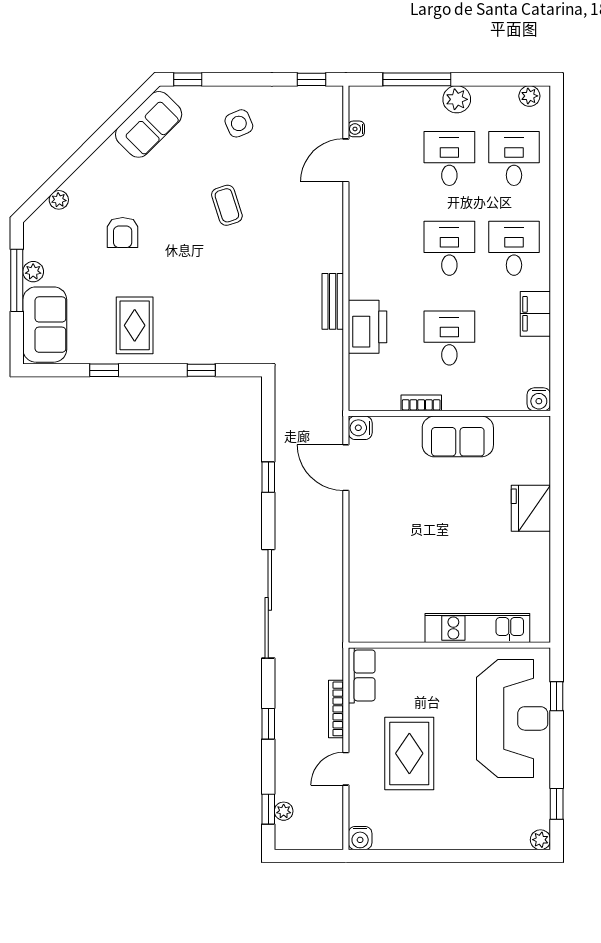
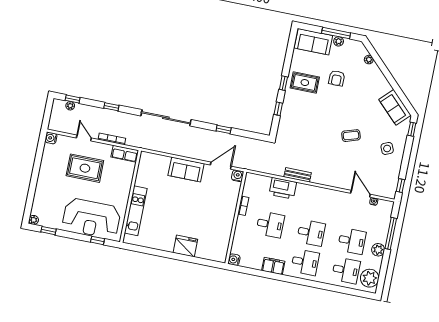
plant: (529, 96) -> (370, 278), width x1.88, depth x1.88
armchair: (123, 233) -> (337, 78), moved, turned -90
window: (104, 370) -> (283, 83), moved
sofa: (458, 436) -> (186, 169), moved, turned -90

